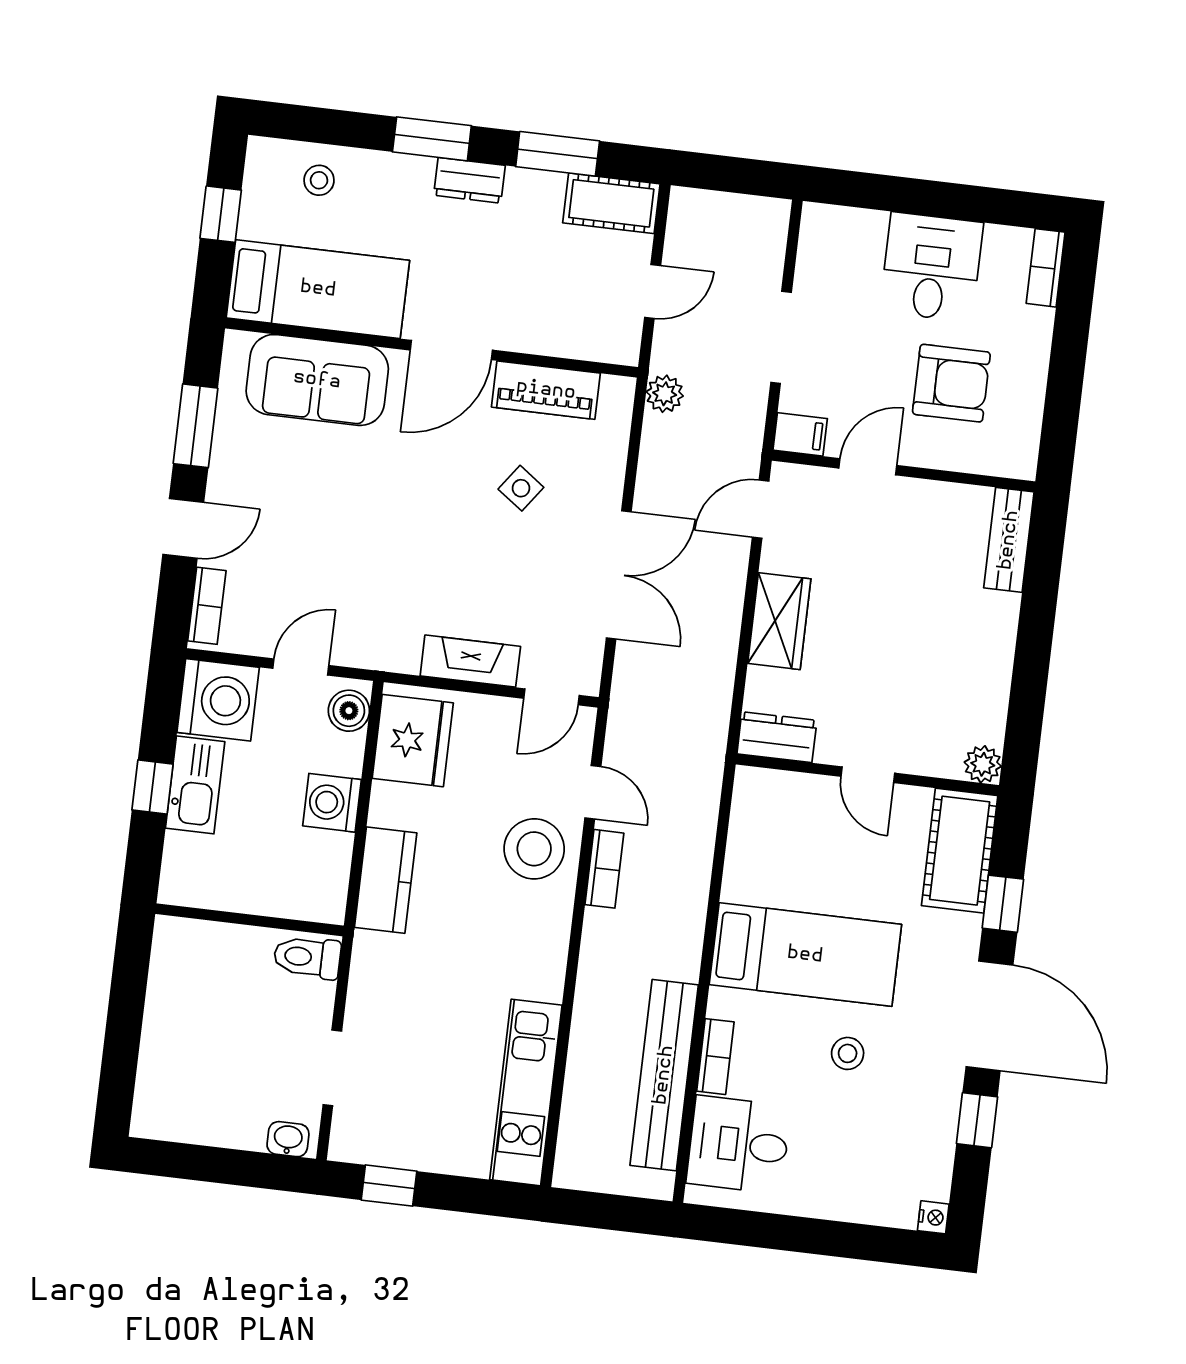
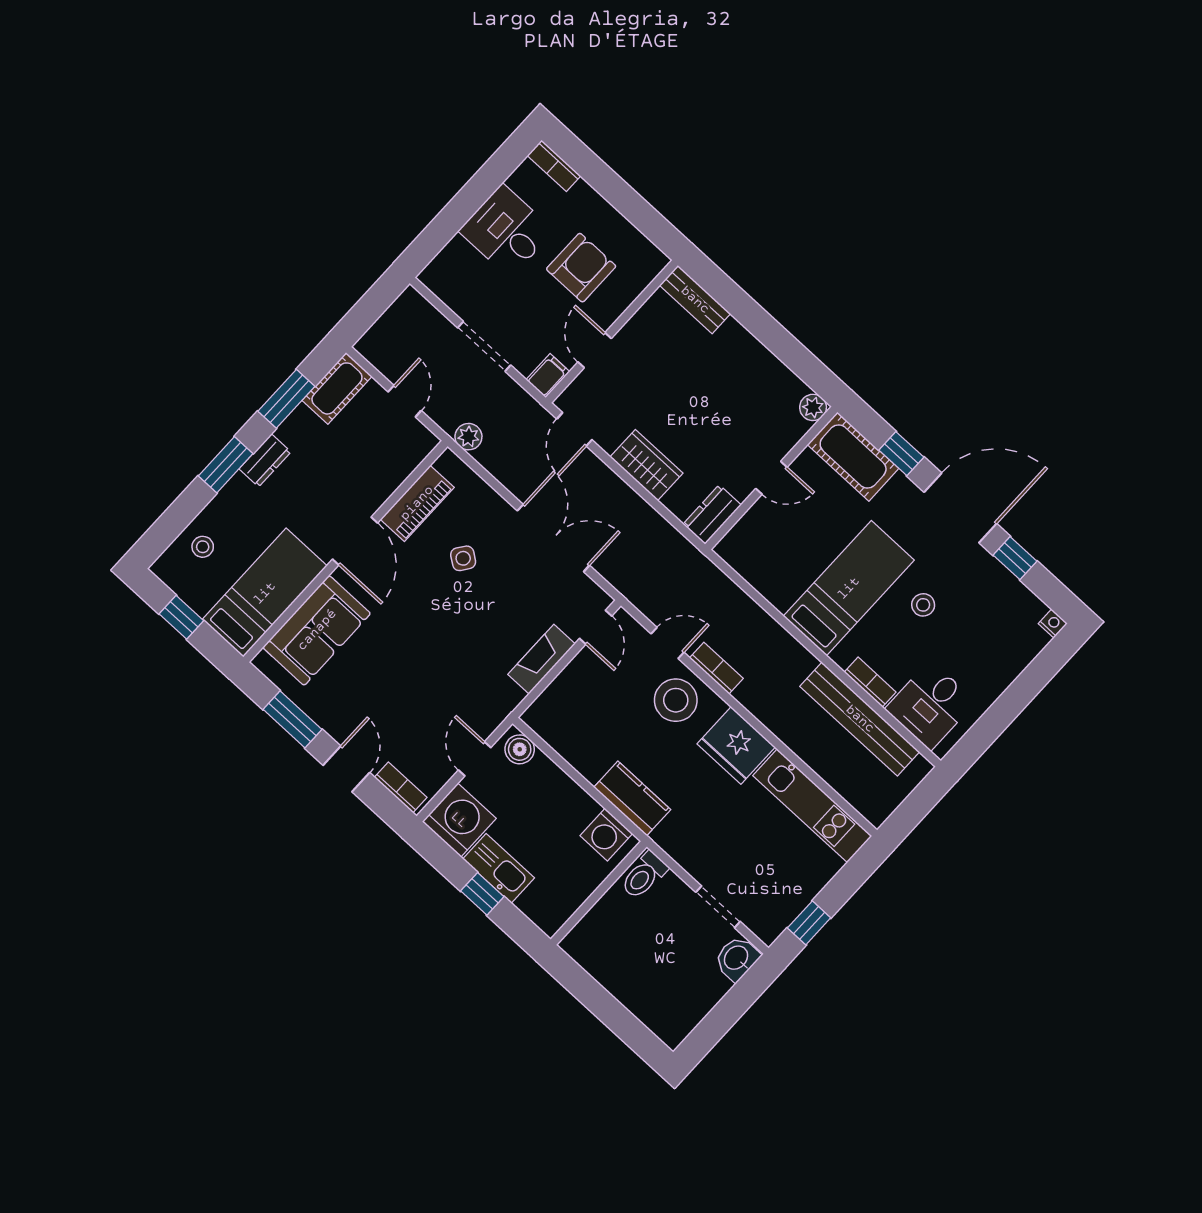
fridge: (413, 741) -> (736, 746), moved, turned 180
washing machine: (332, 803) -> (606, 835), moved
washbasin: (288, 1139) -> (737, 958), width x1.38, depth x1.45

